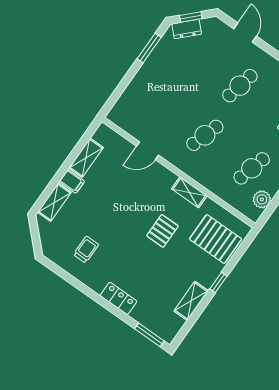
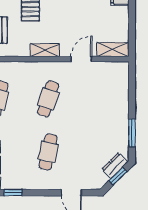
shelving: (86, 158) -> (113, 50), moved, turned 90
shelving: (189, 192) -> (45, 50), moved

